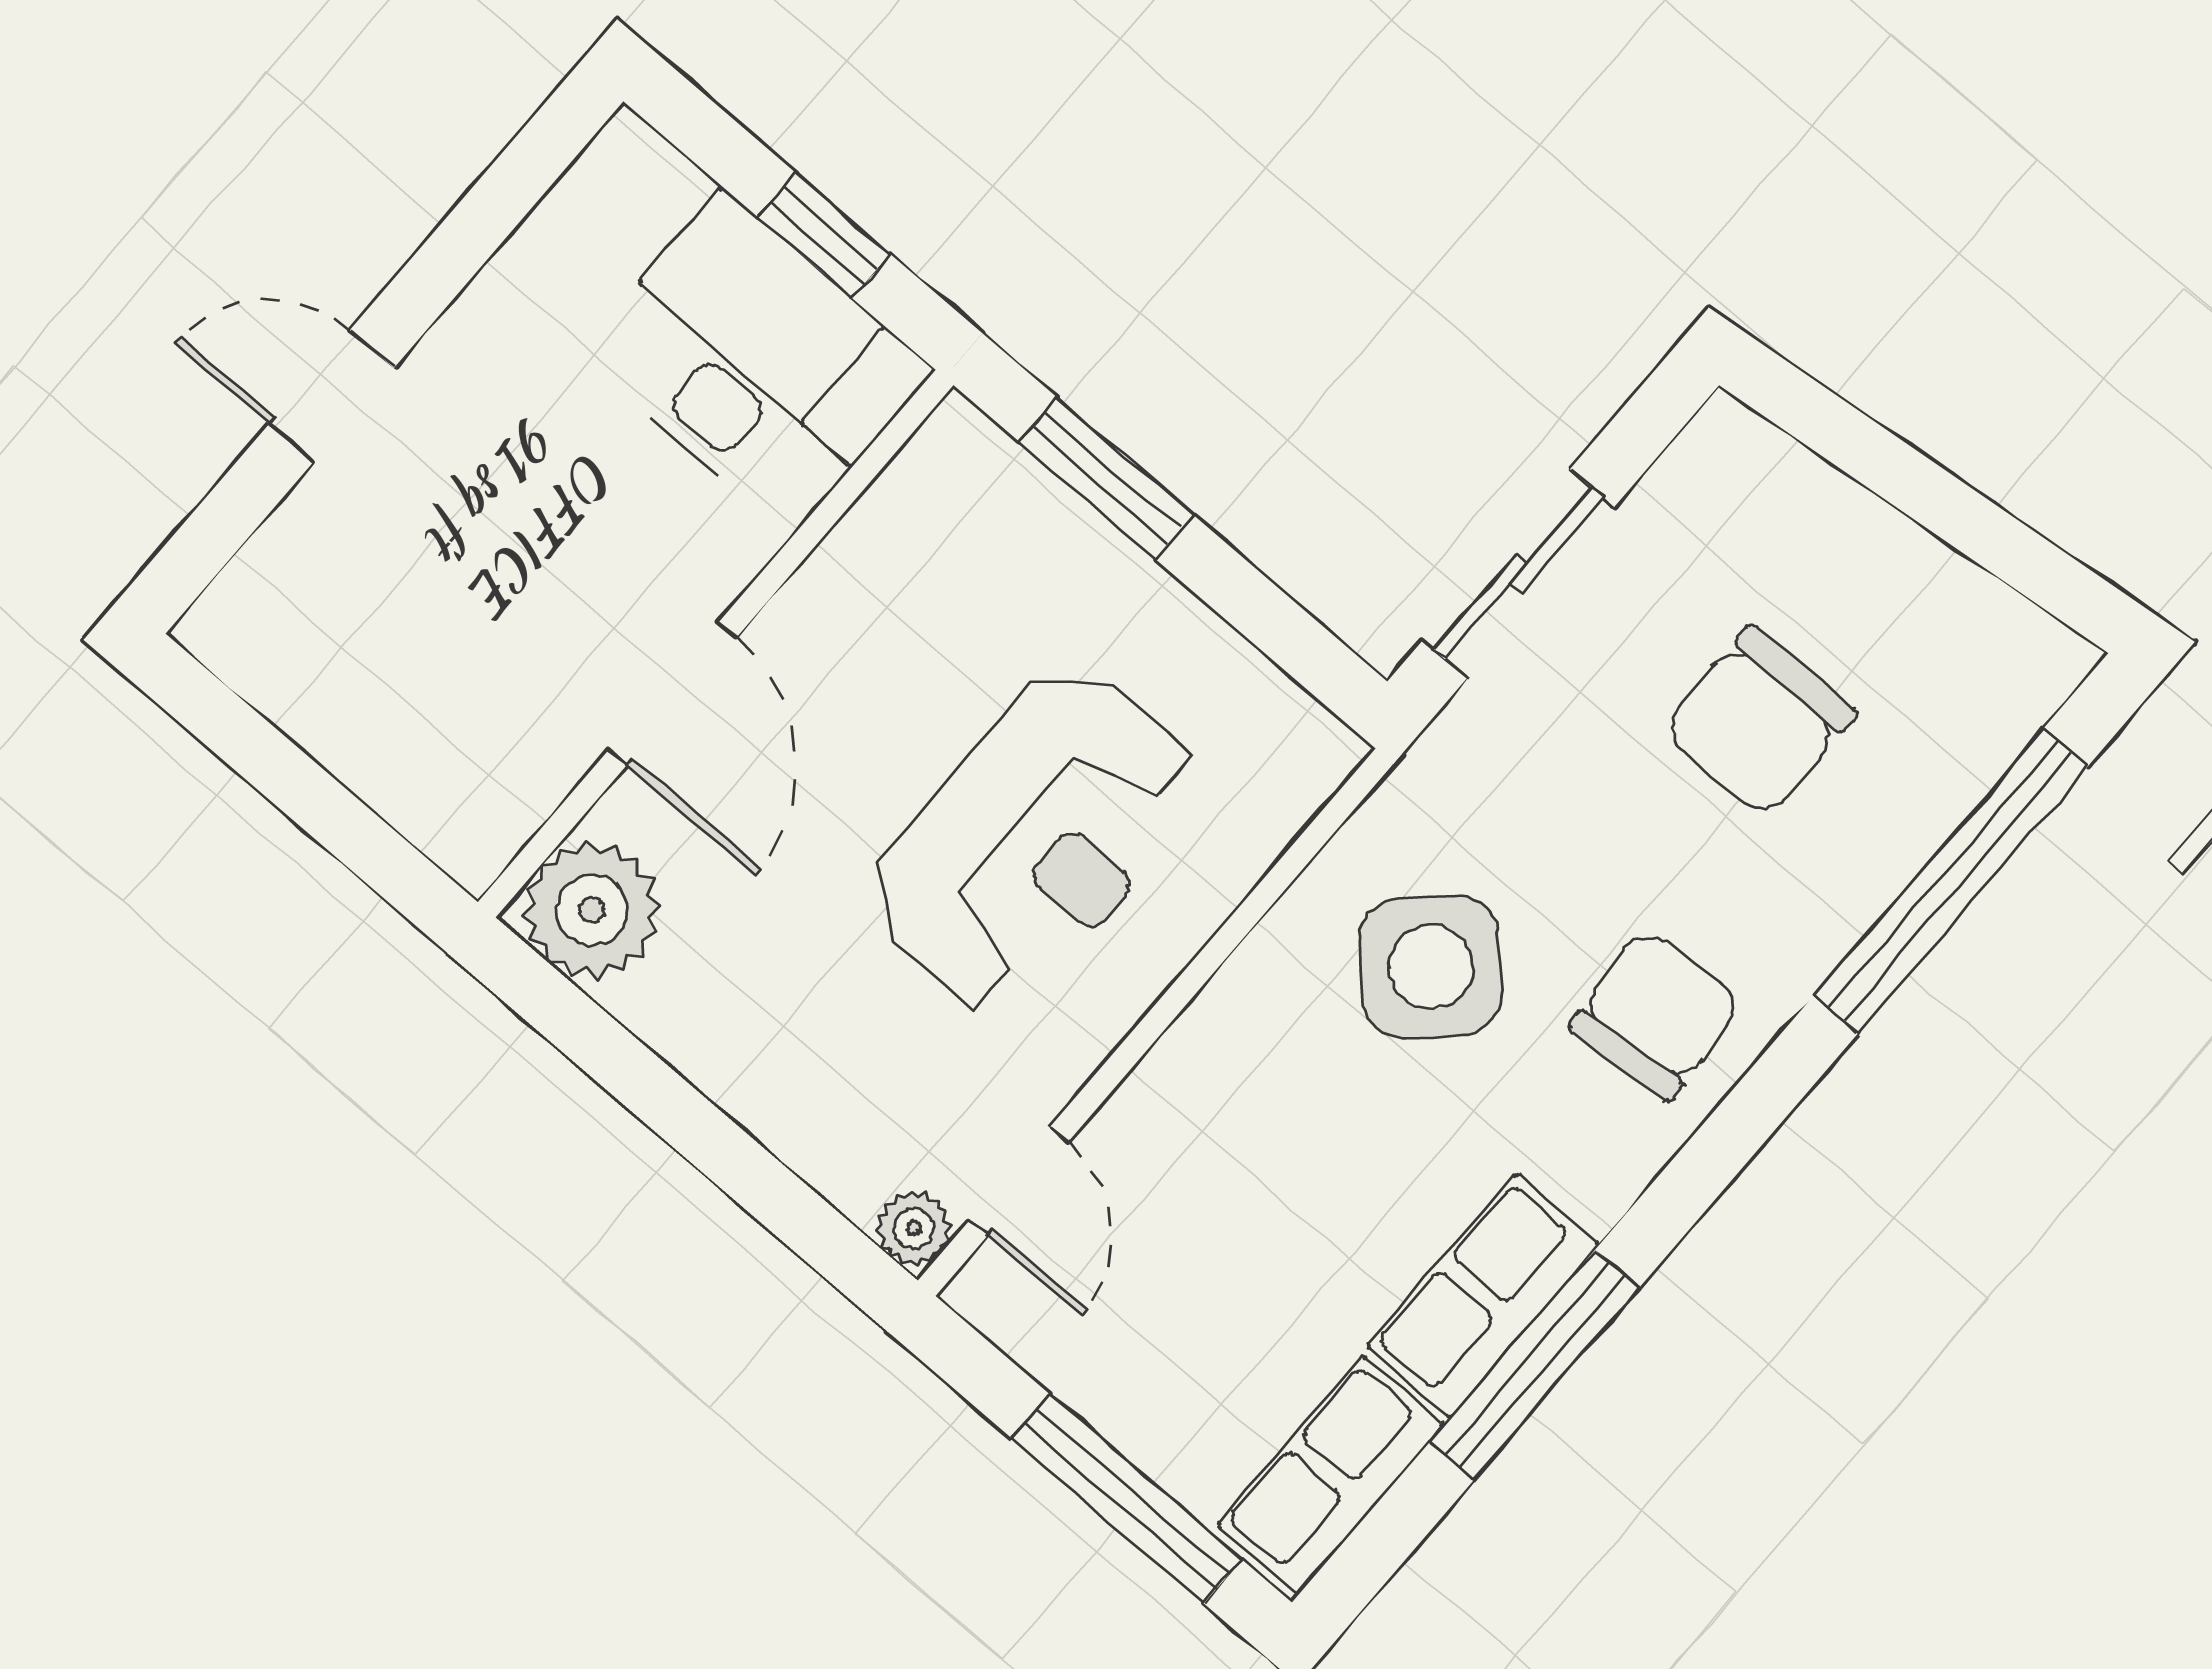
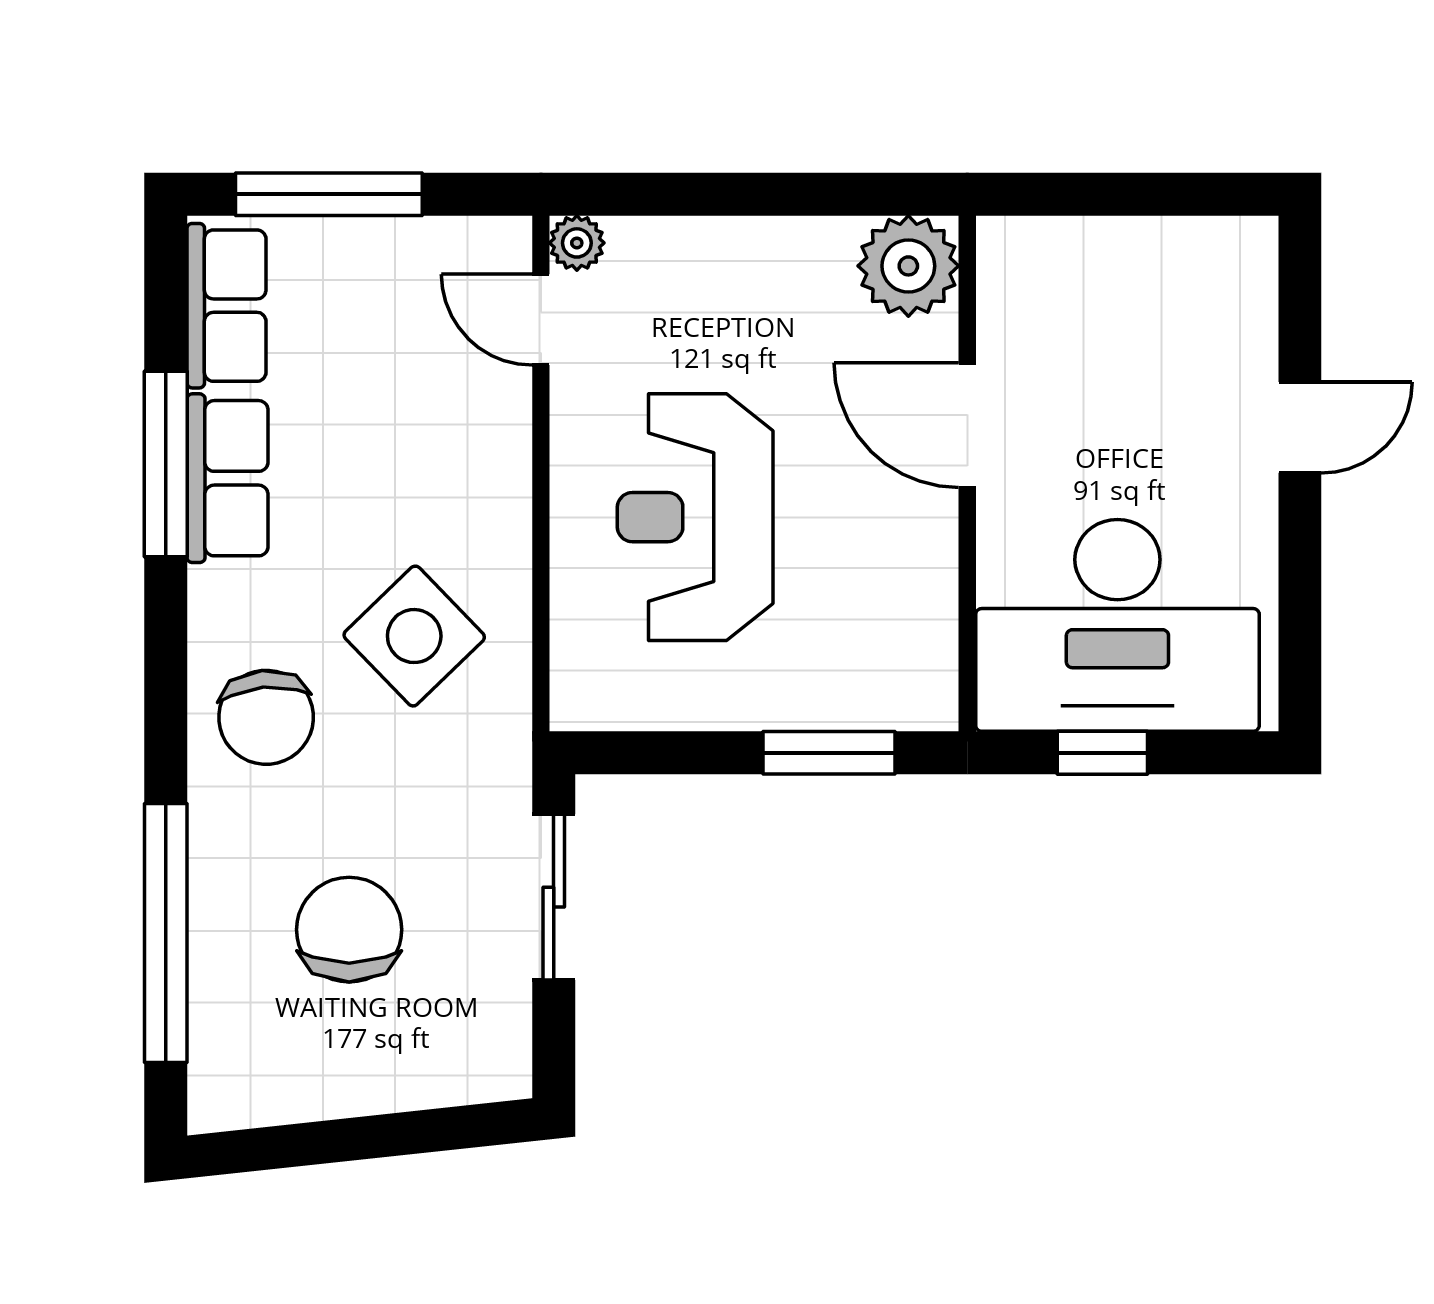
desk: (756, 362) -> (1117, 625), width x1.36, depth x1.30

